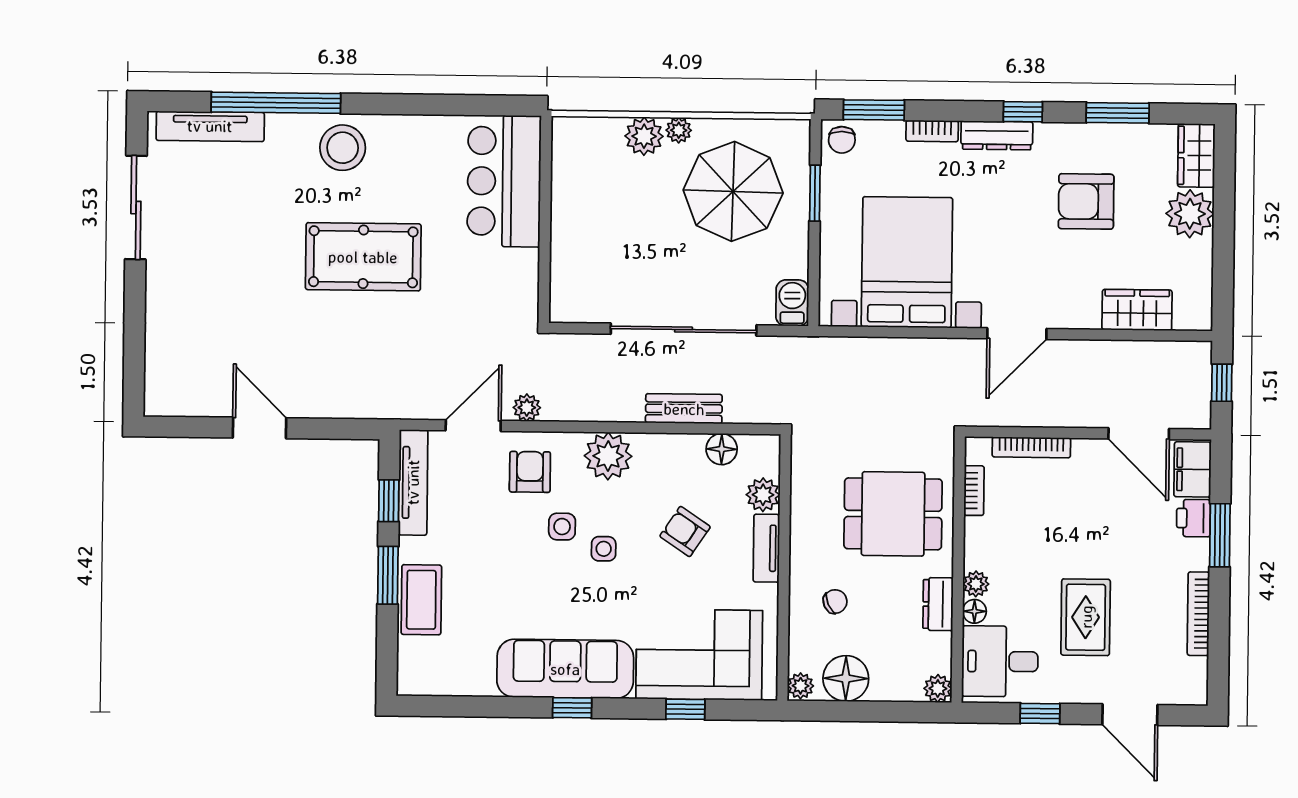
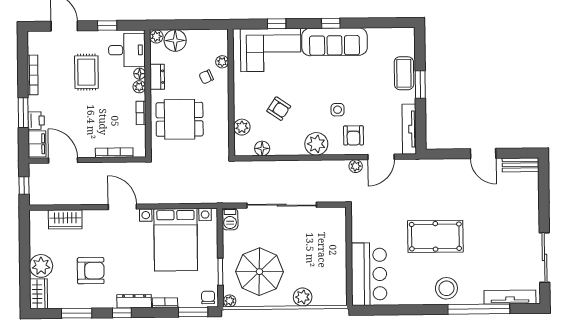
plant: (679, 130) -> (230, 301), moved
door: (1017, 334) -> (122, 207), hinge flipped
bench: (684, 409) -> (521, 165), moved
bookcase: (974, 491) -> (141, 113), moved
window: (389, 501) -> (421, 120), removed
tv unit: (766, 548) -> (240, 102), removed
side table: (604, 549) -> (317, 100), removed
floor lamp: (846, 678) -> (175, 40), moved
plant: (801, 686) -> (222, 62), moved

